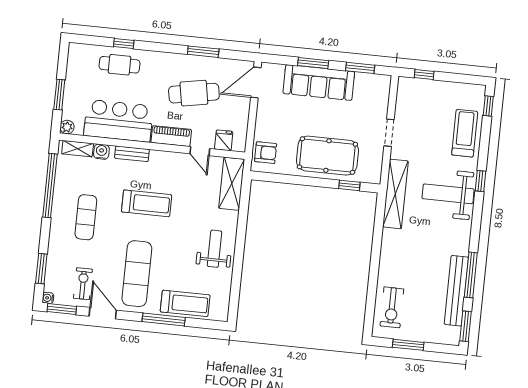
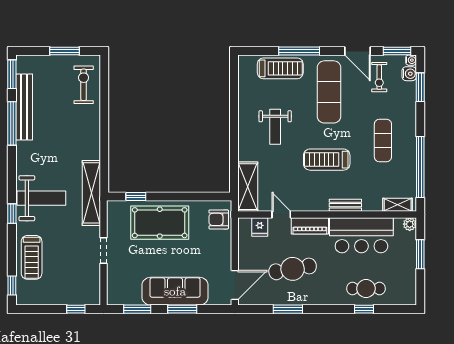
water cooler: (101, 152) -> (409, 74), moved, turned -90
weight bench: (215, 249) -> (275, 127), moved
treadmill: (185, 303) -> (280, 68), turned 180

